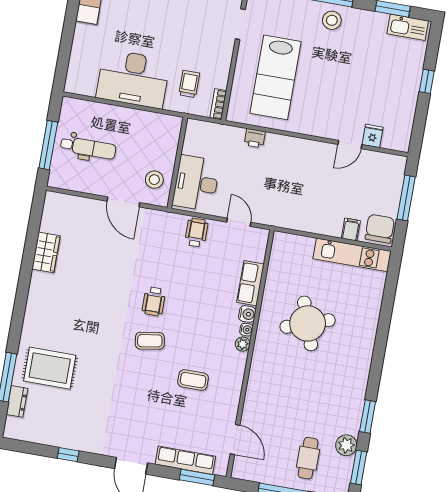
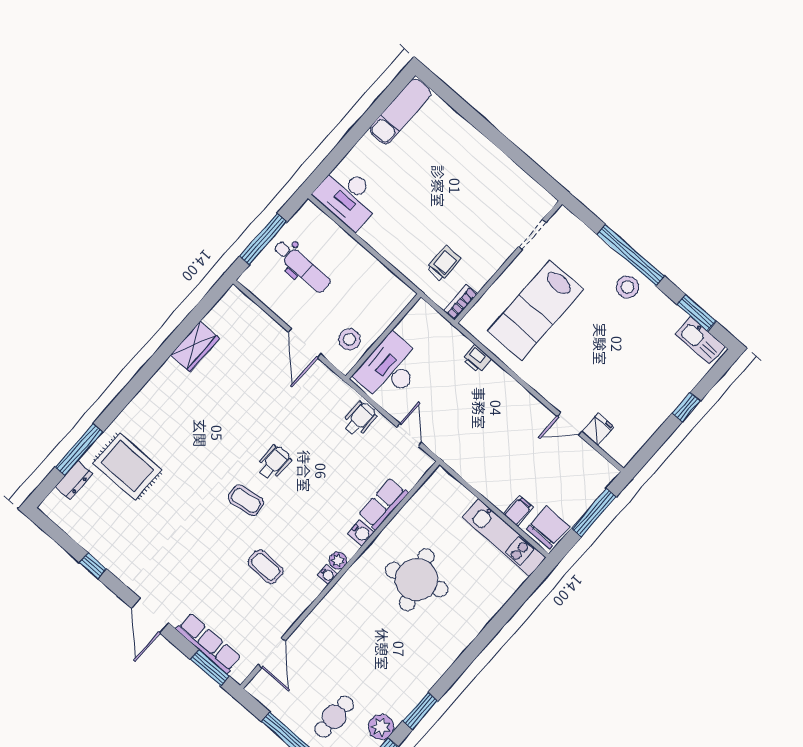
desk: (133, 79) -> (348, 197), moved, width x0.73, depth x0.77
wheelchair: (154, 301) -> (274, 463), turned 180
water cooler: (246, 330) -> (327, 575), moved

